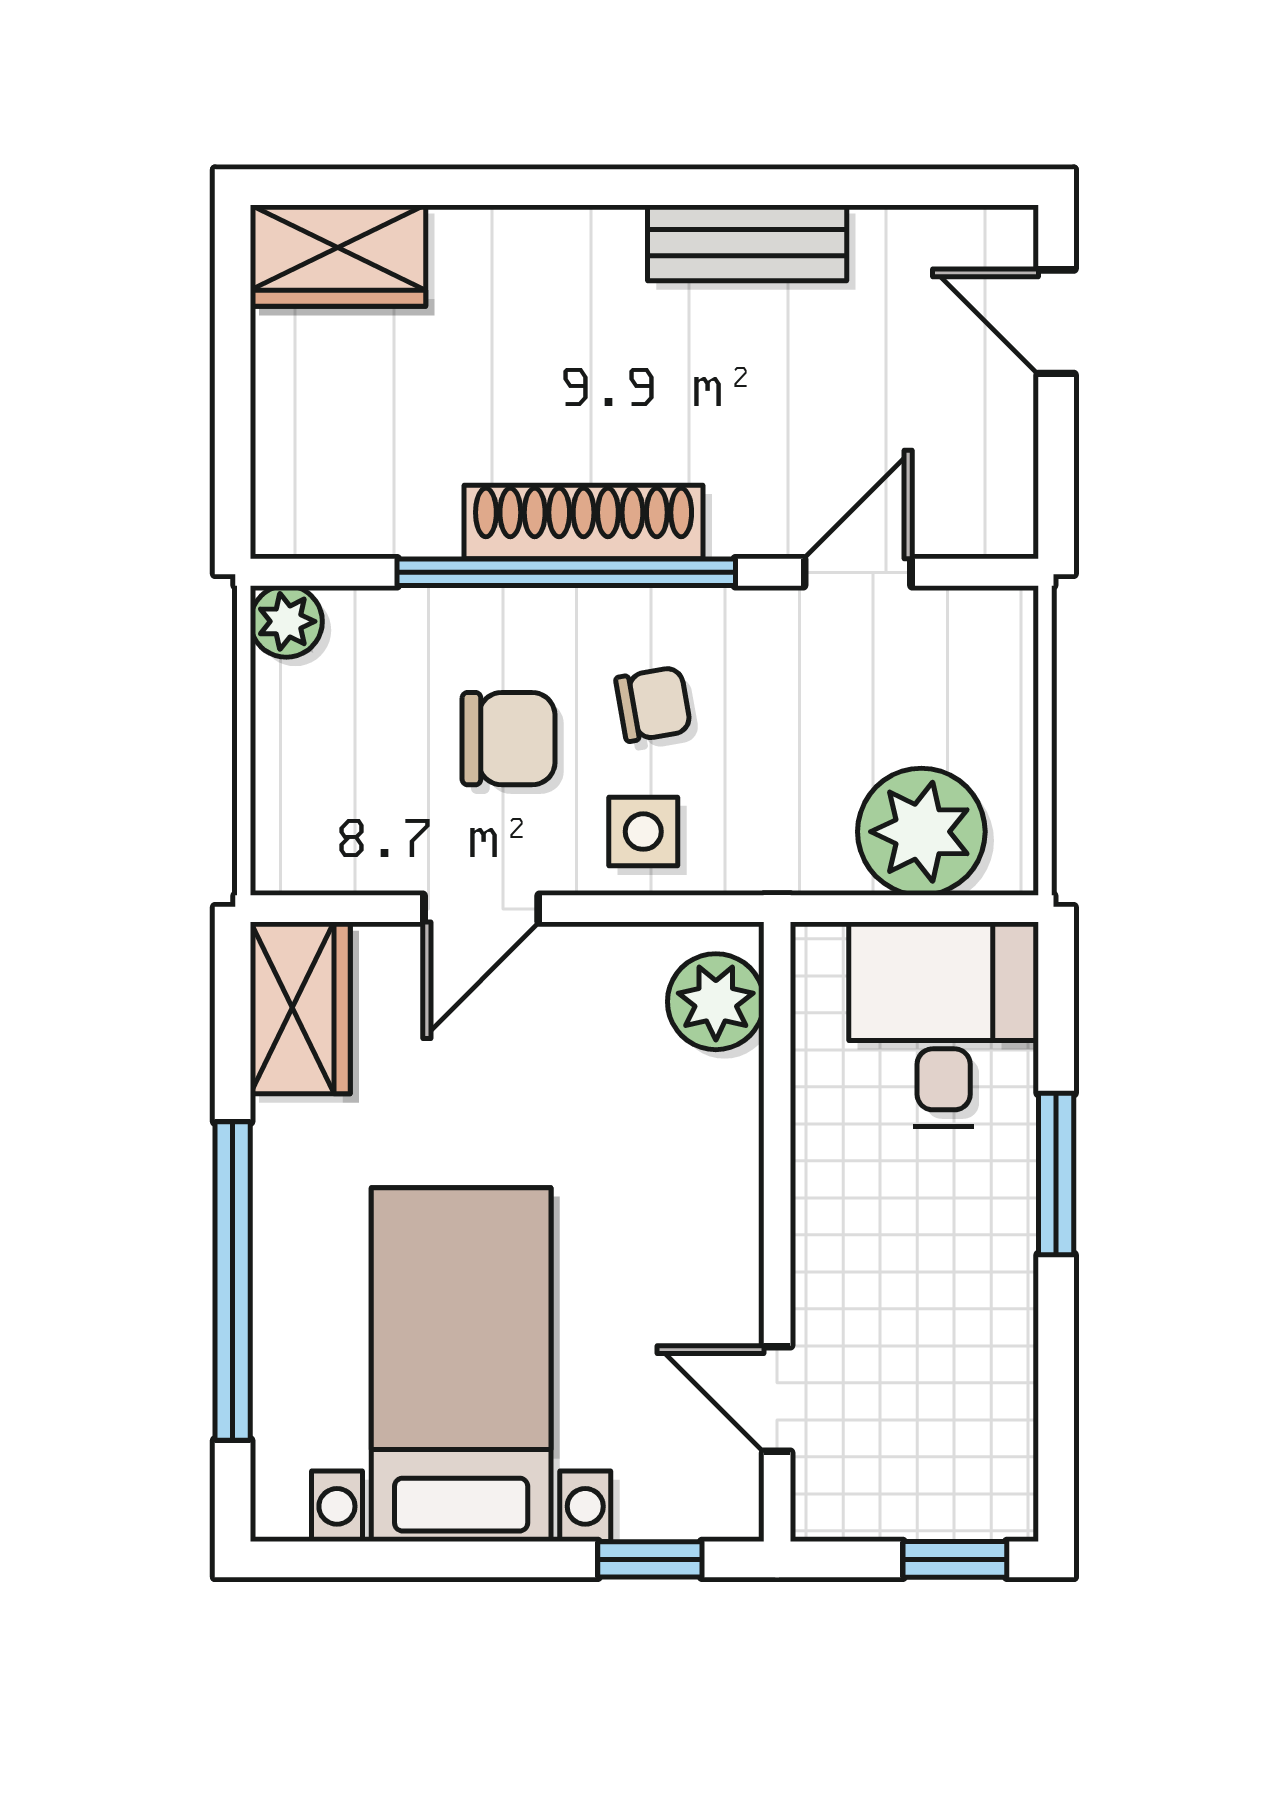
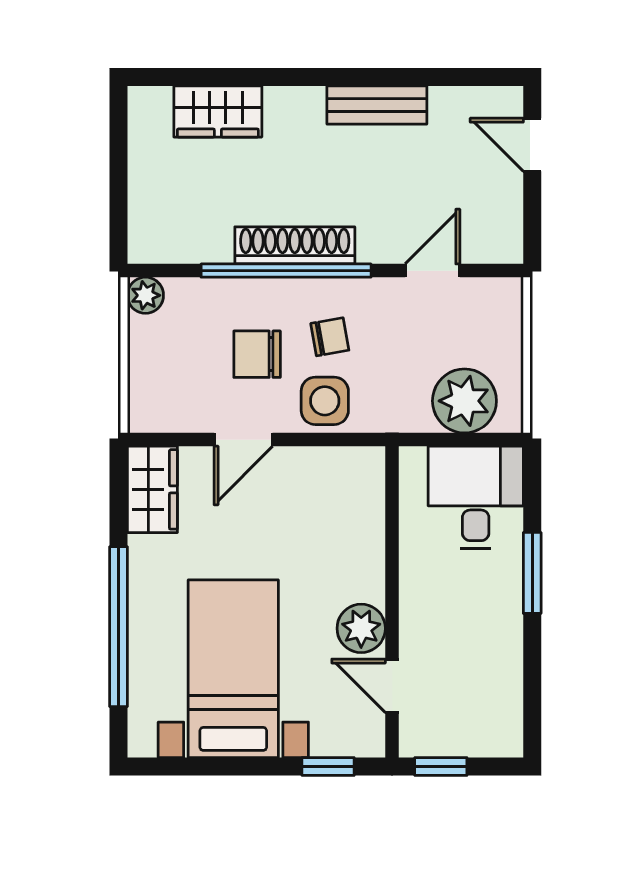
wardrobe: (338, 256) -> (218, 112), moved
chair: (509, 739) -> (257, 354), turned 180
side table: (643, 832) -> (325, 401), width x1.37, depth x1.37
plant: (716, 1002) -> (361, 628), moved
window: (955, 1559) -> (441, 766), moved

